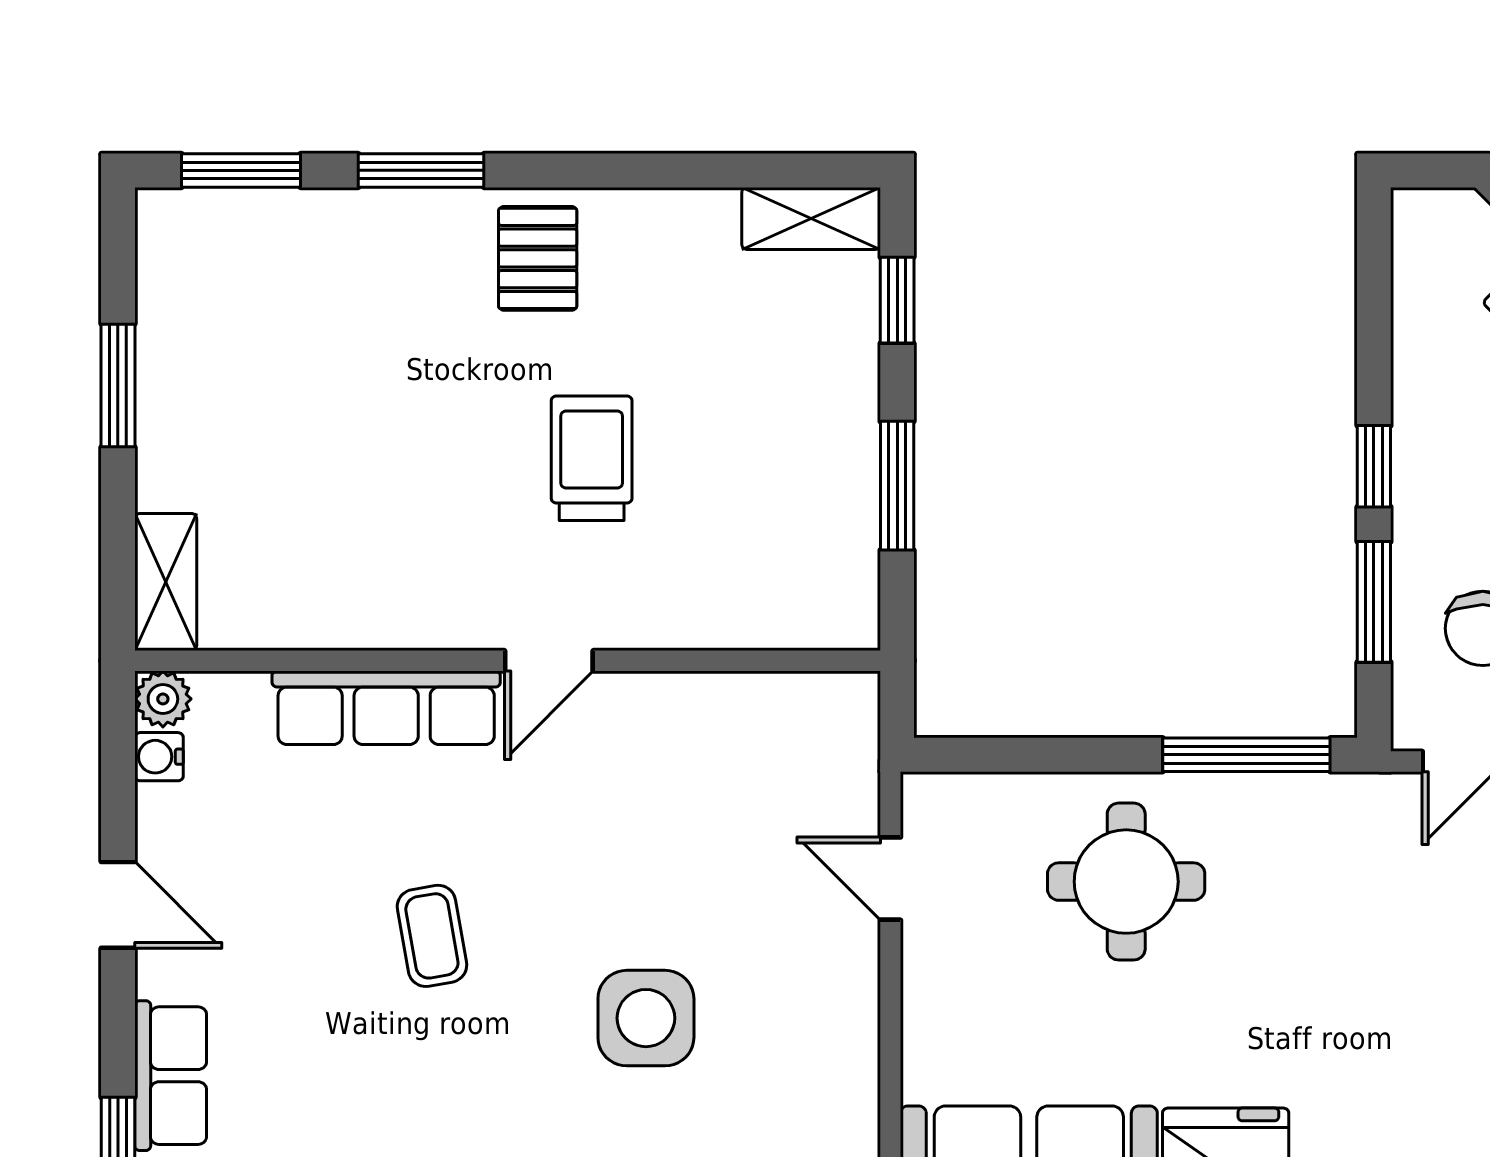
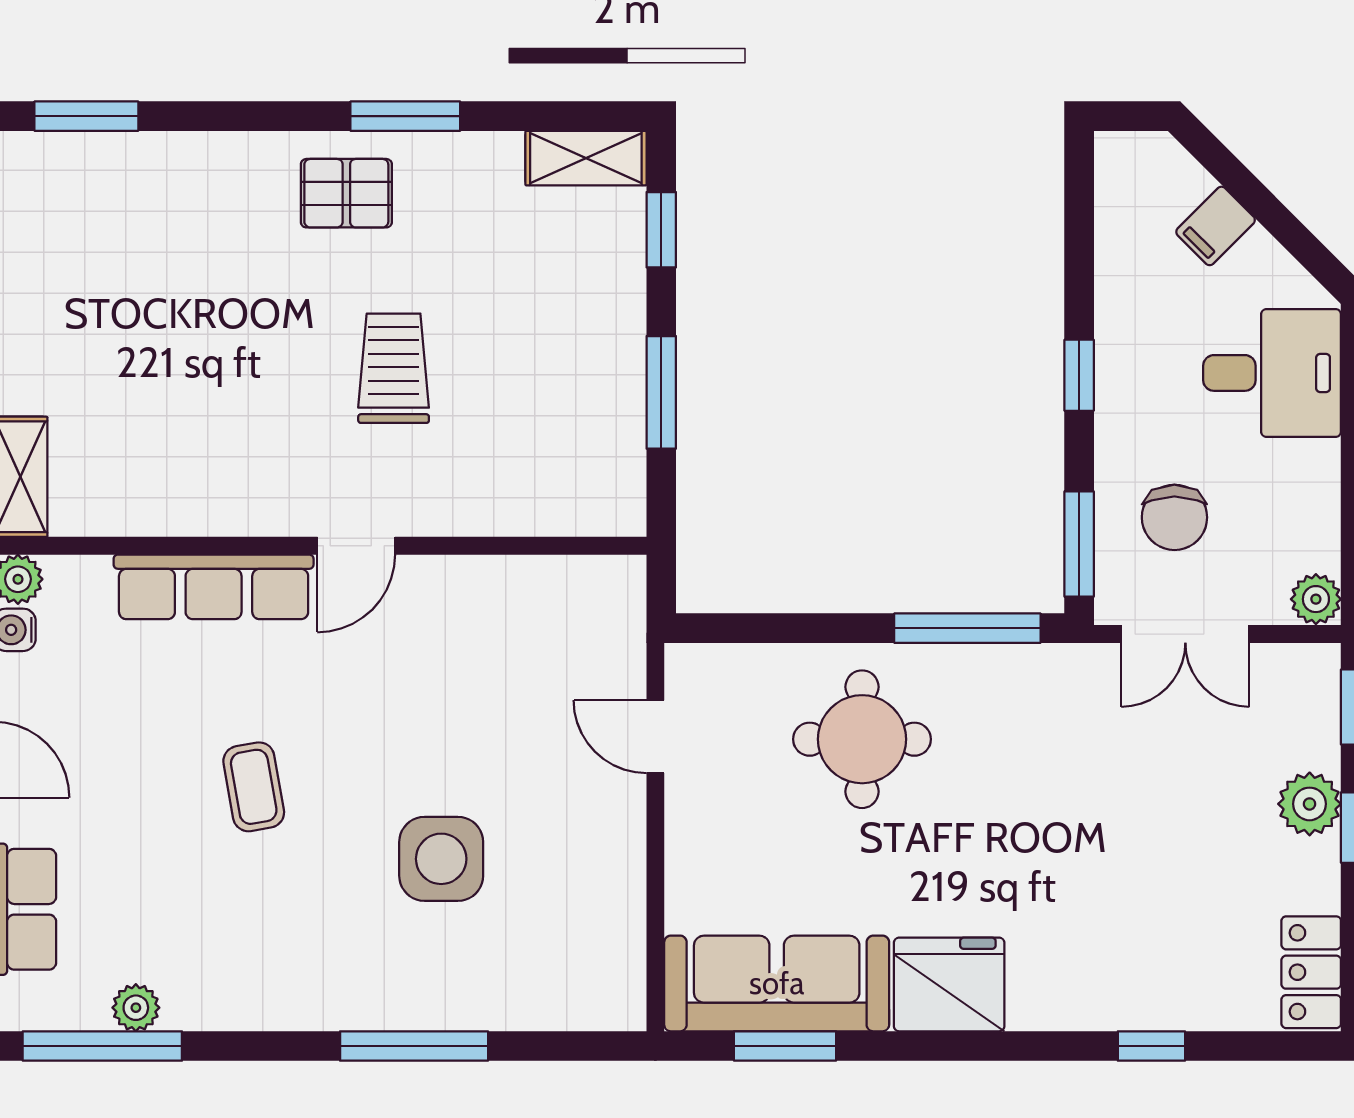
window: (421, 170) -> (405, 116), moved
pallet: (538, 258) -> (346, 193), turned 90
window: (1374, 602) -> (1079, 544), moved

